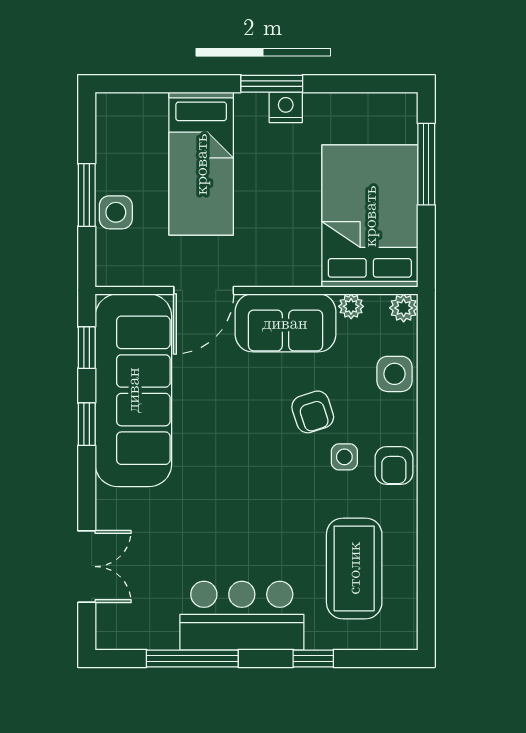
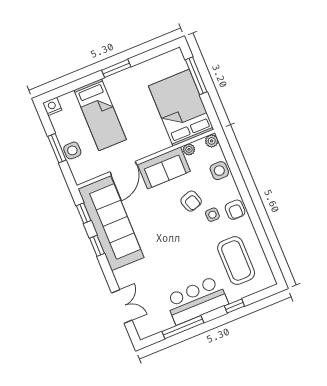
nightstand: (286, 107) -> (52, 106), moved

